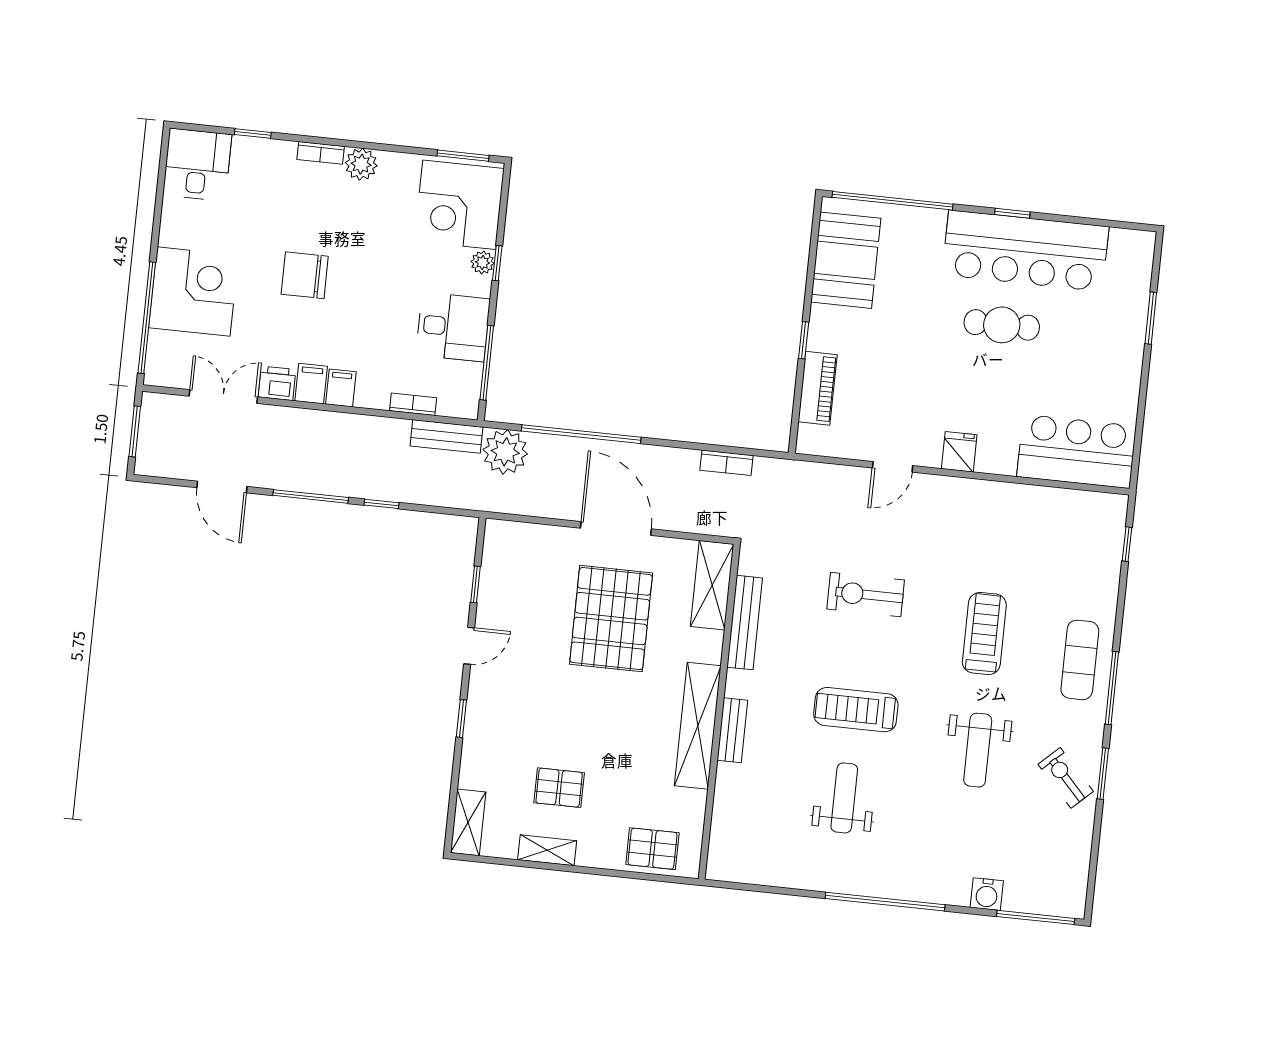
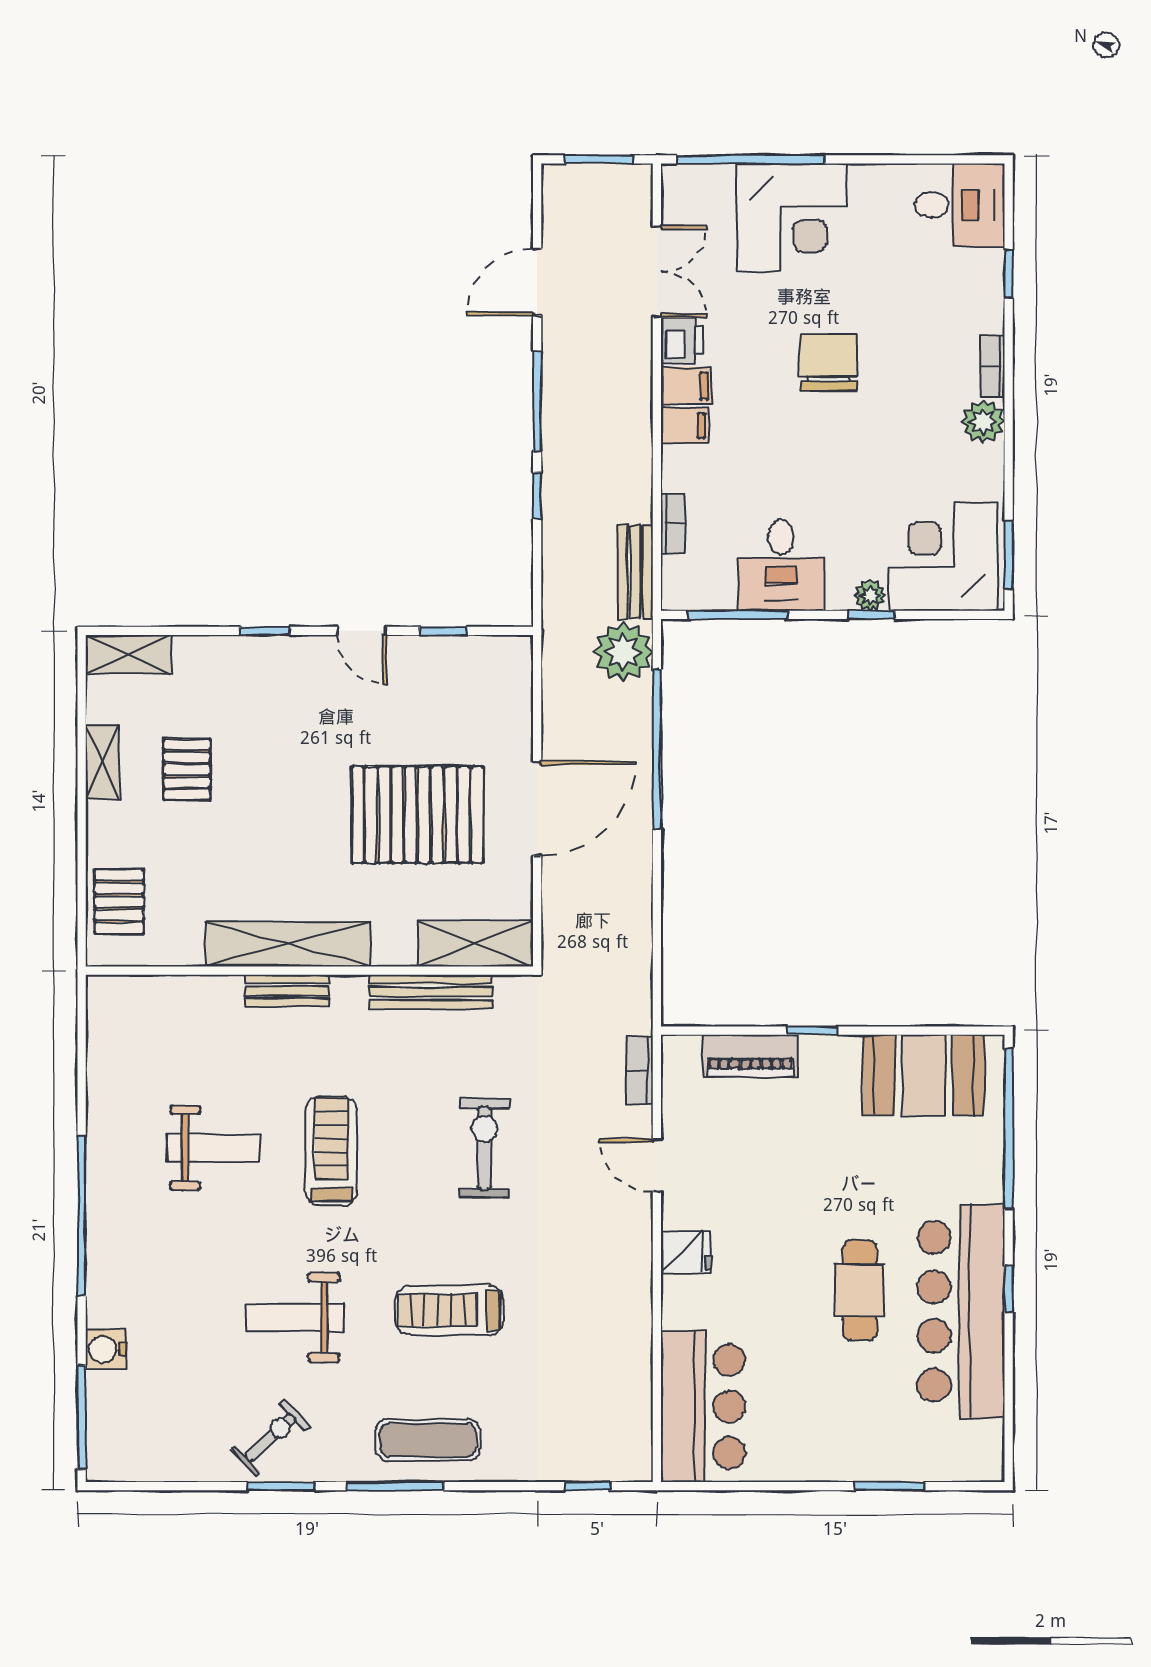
bookcase: (727, 463) -> (639, 1071), moved
treadmill: (984, 633) -> (450, 1310), turned 180

